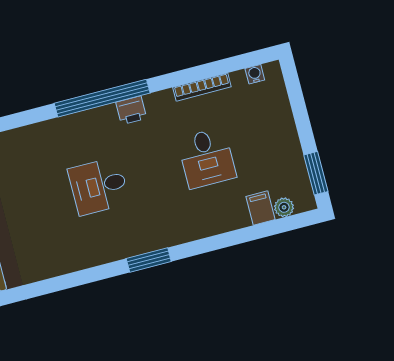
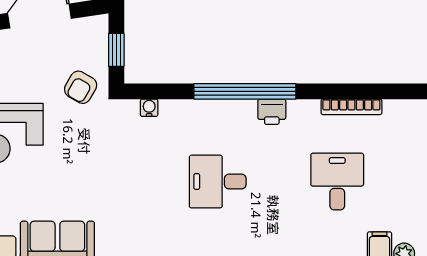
water cooler: (255, 74) -> (149, 108), moved
desk: (207, 158) -> (337, 182), turned 180

